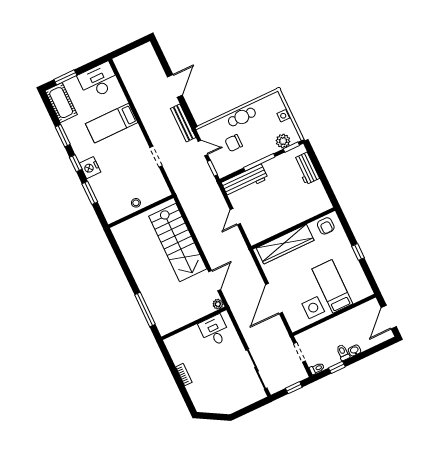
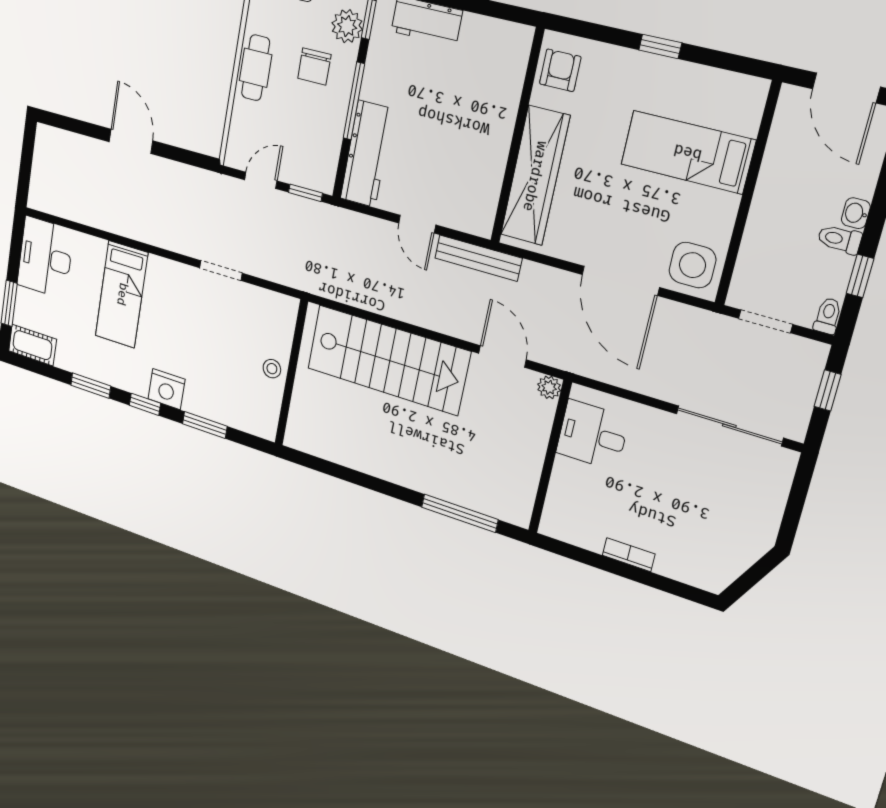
cot: (61, 103) -> (32, 345), width x0.73, depth x0.75
bench: (183, 123) -> (478, 258), moved
chair: (234, 143) -> (314, 66), moved
armchair: (326, 226) -> (560, 70), turned -90
side table: (313, 308) -> (692, 265), moved

